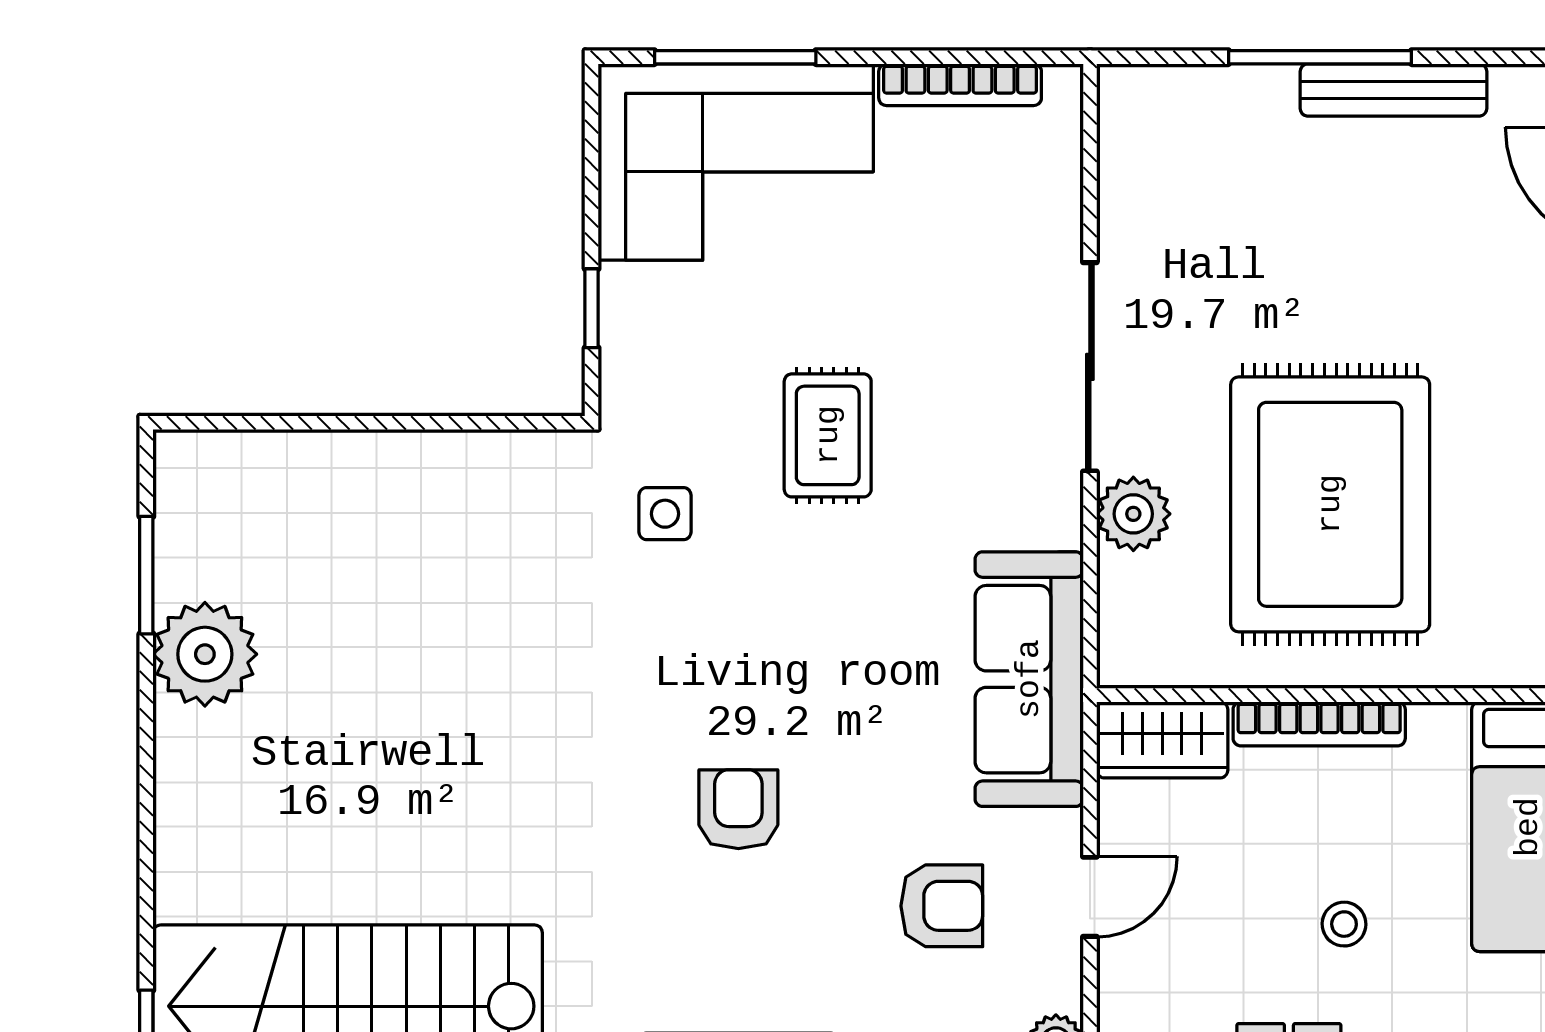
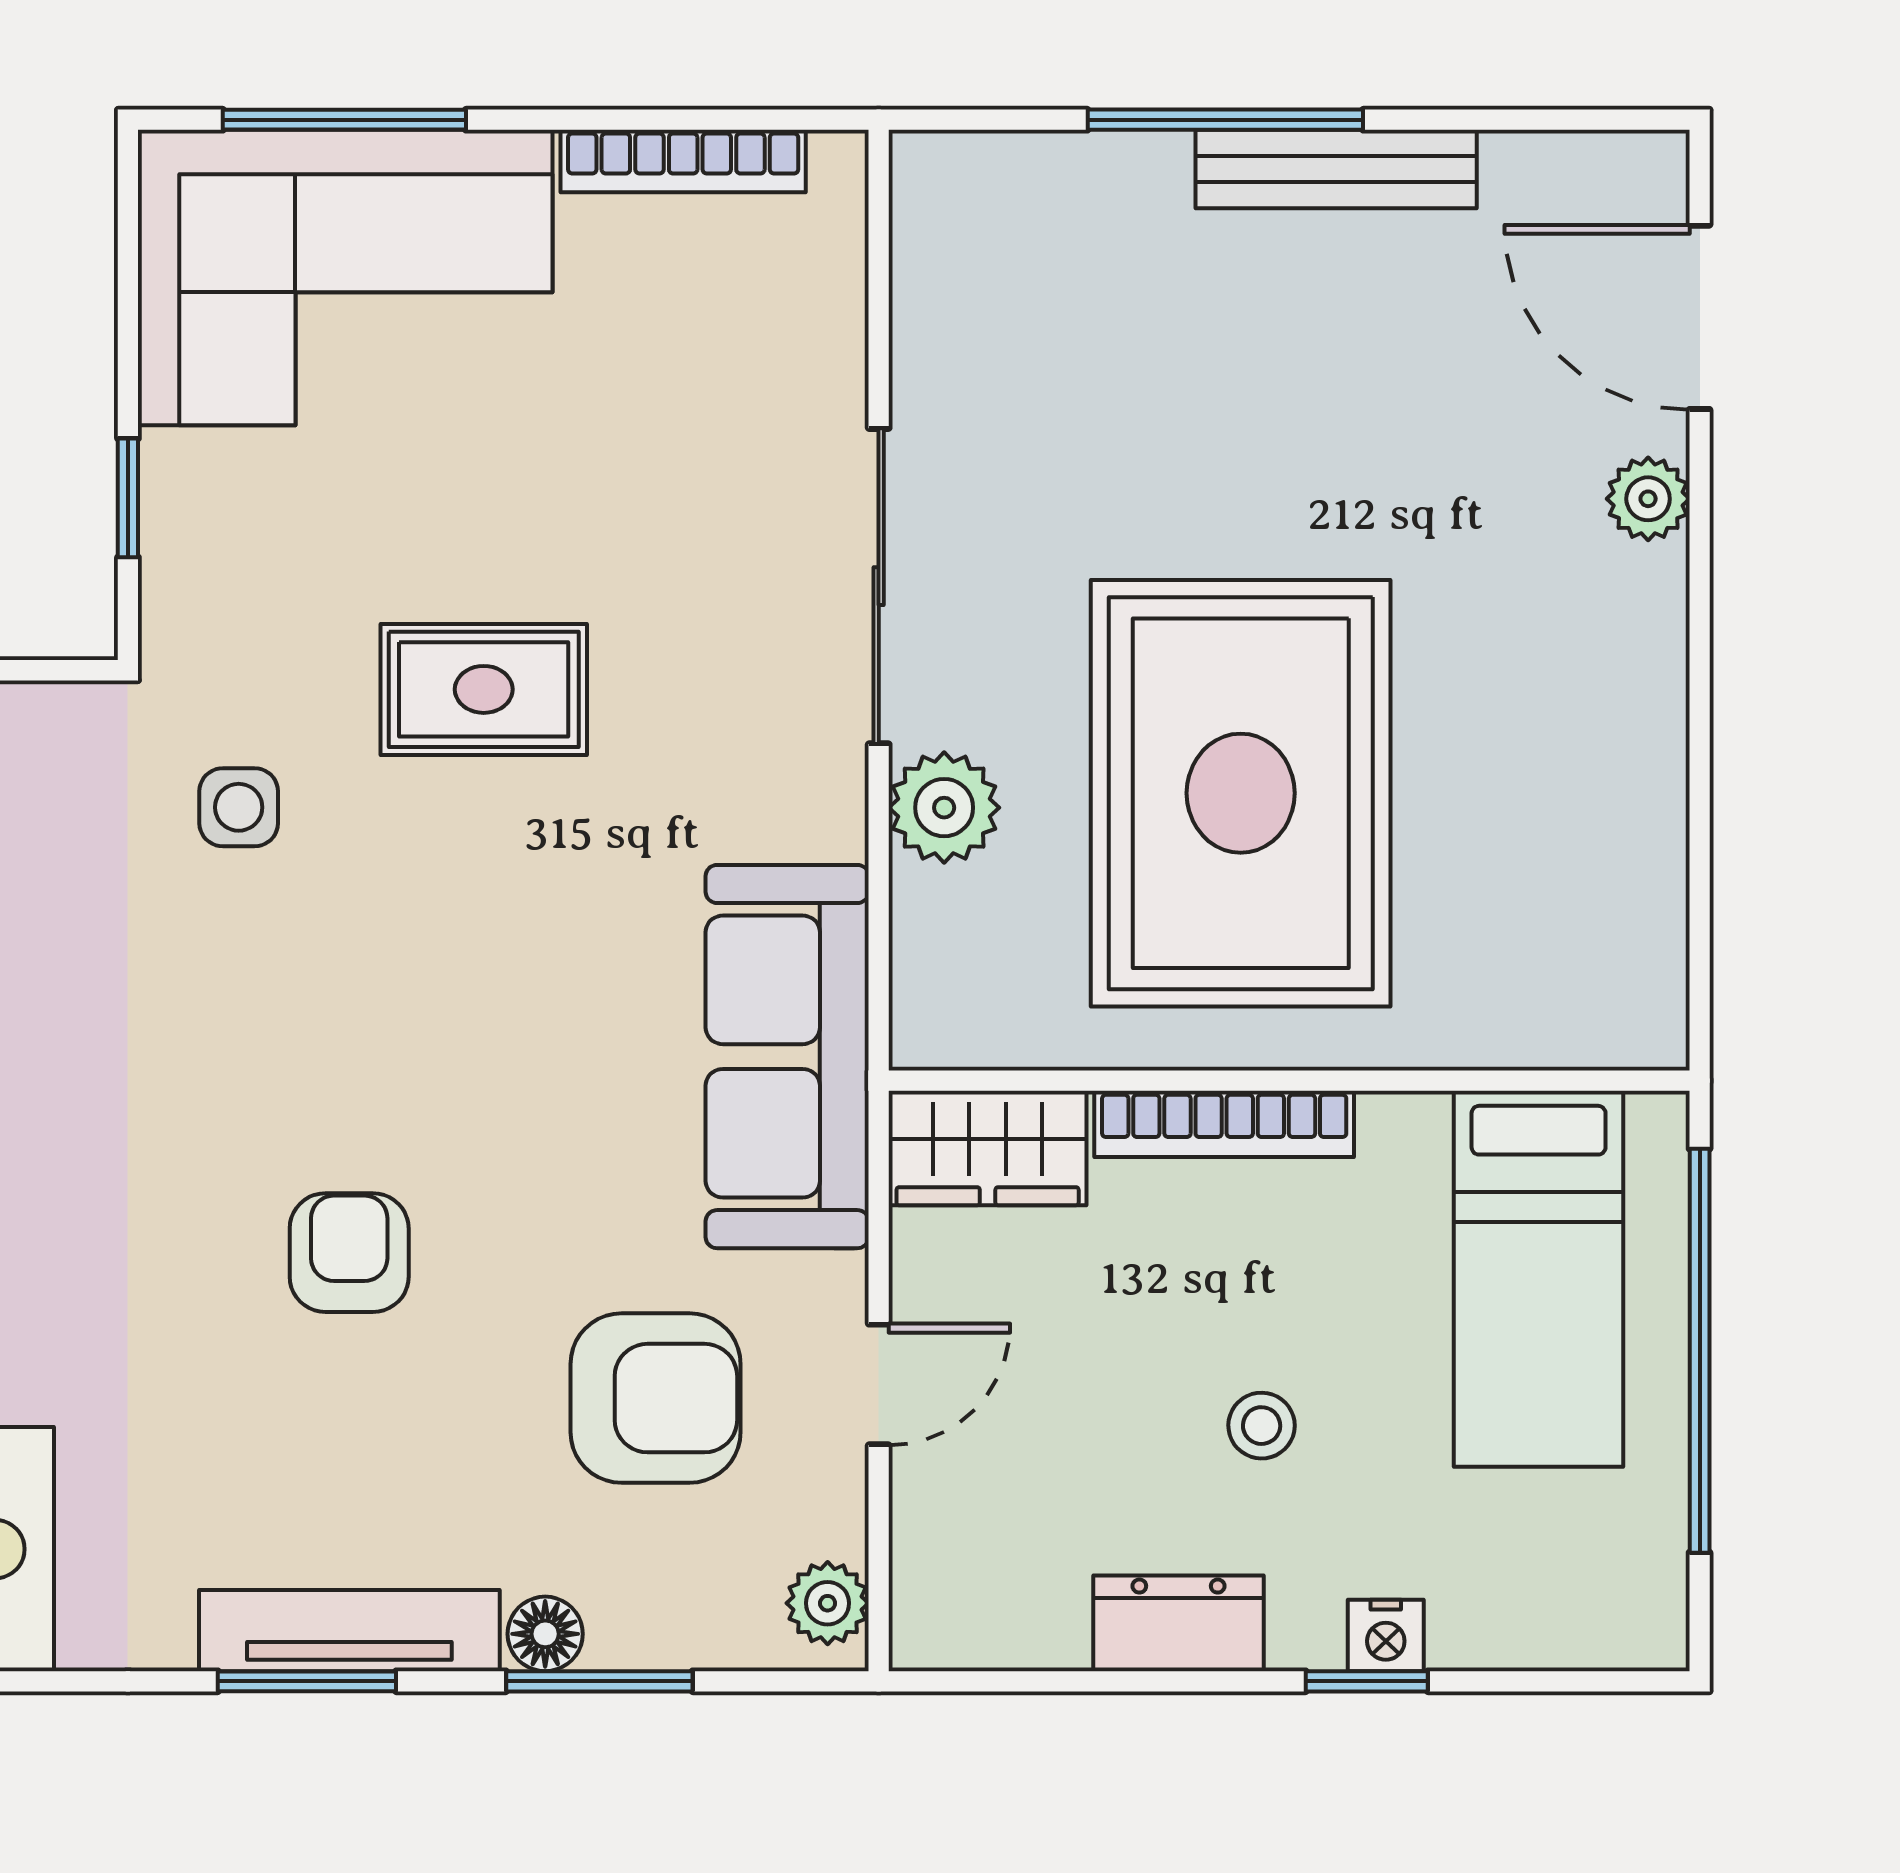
rug: (828, 435) -> (484, 689), turned 90
armchair: (942, 906) -> (656, 1398), width x1.38, depth x1.38

